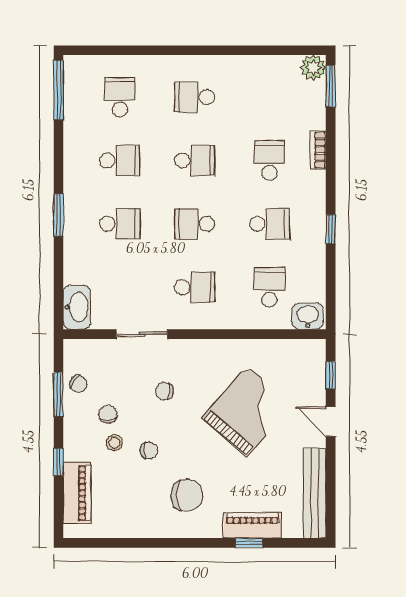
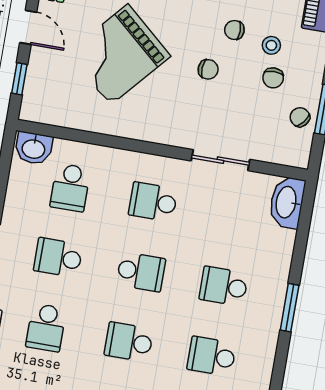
chair: (165, 391) -> (208, 69), moved

